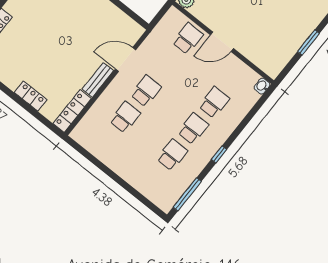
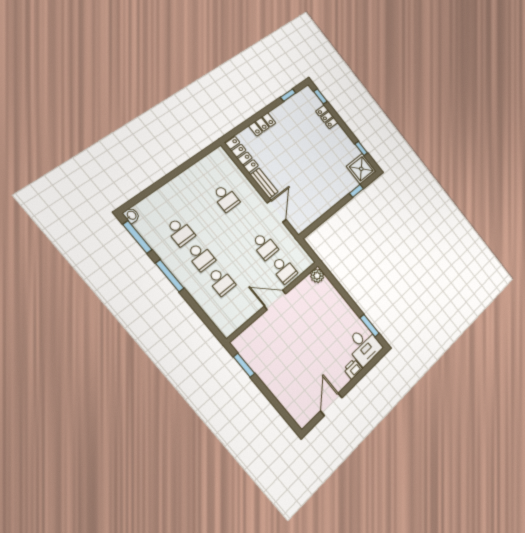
door: (222, 42) -> (275, 300), hinge flipped
window: (308, 42) -> (244, 365), moved
washbasin: (262, 86) -> (131, 215), moved
school desk: (146, 91) -> (265, 246), moved
window: (219, 154) -> (170, 276), width x2.17

